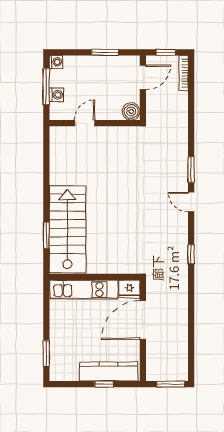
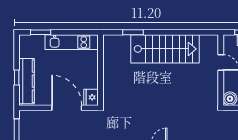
stairs: (67, 229) -> (165, 49), moved
kitchen unit: (84, 290) -> (72, 42), moved, turned -90

